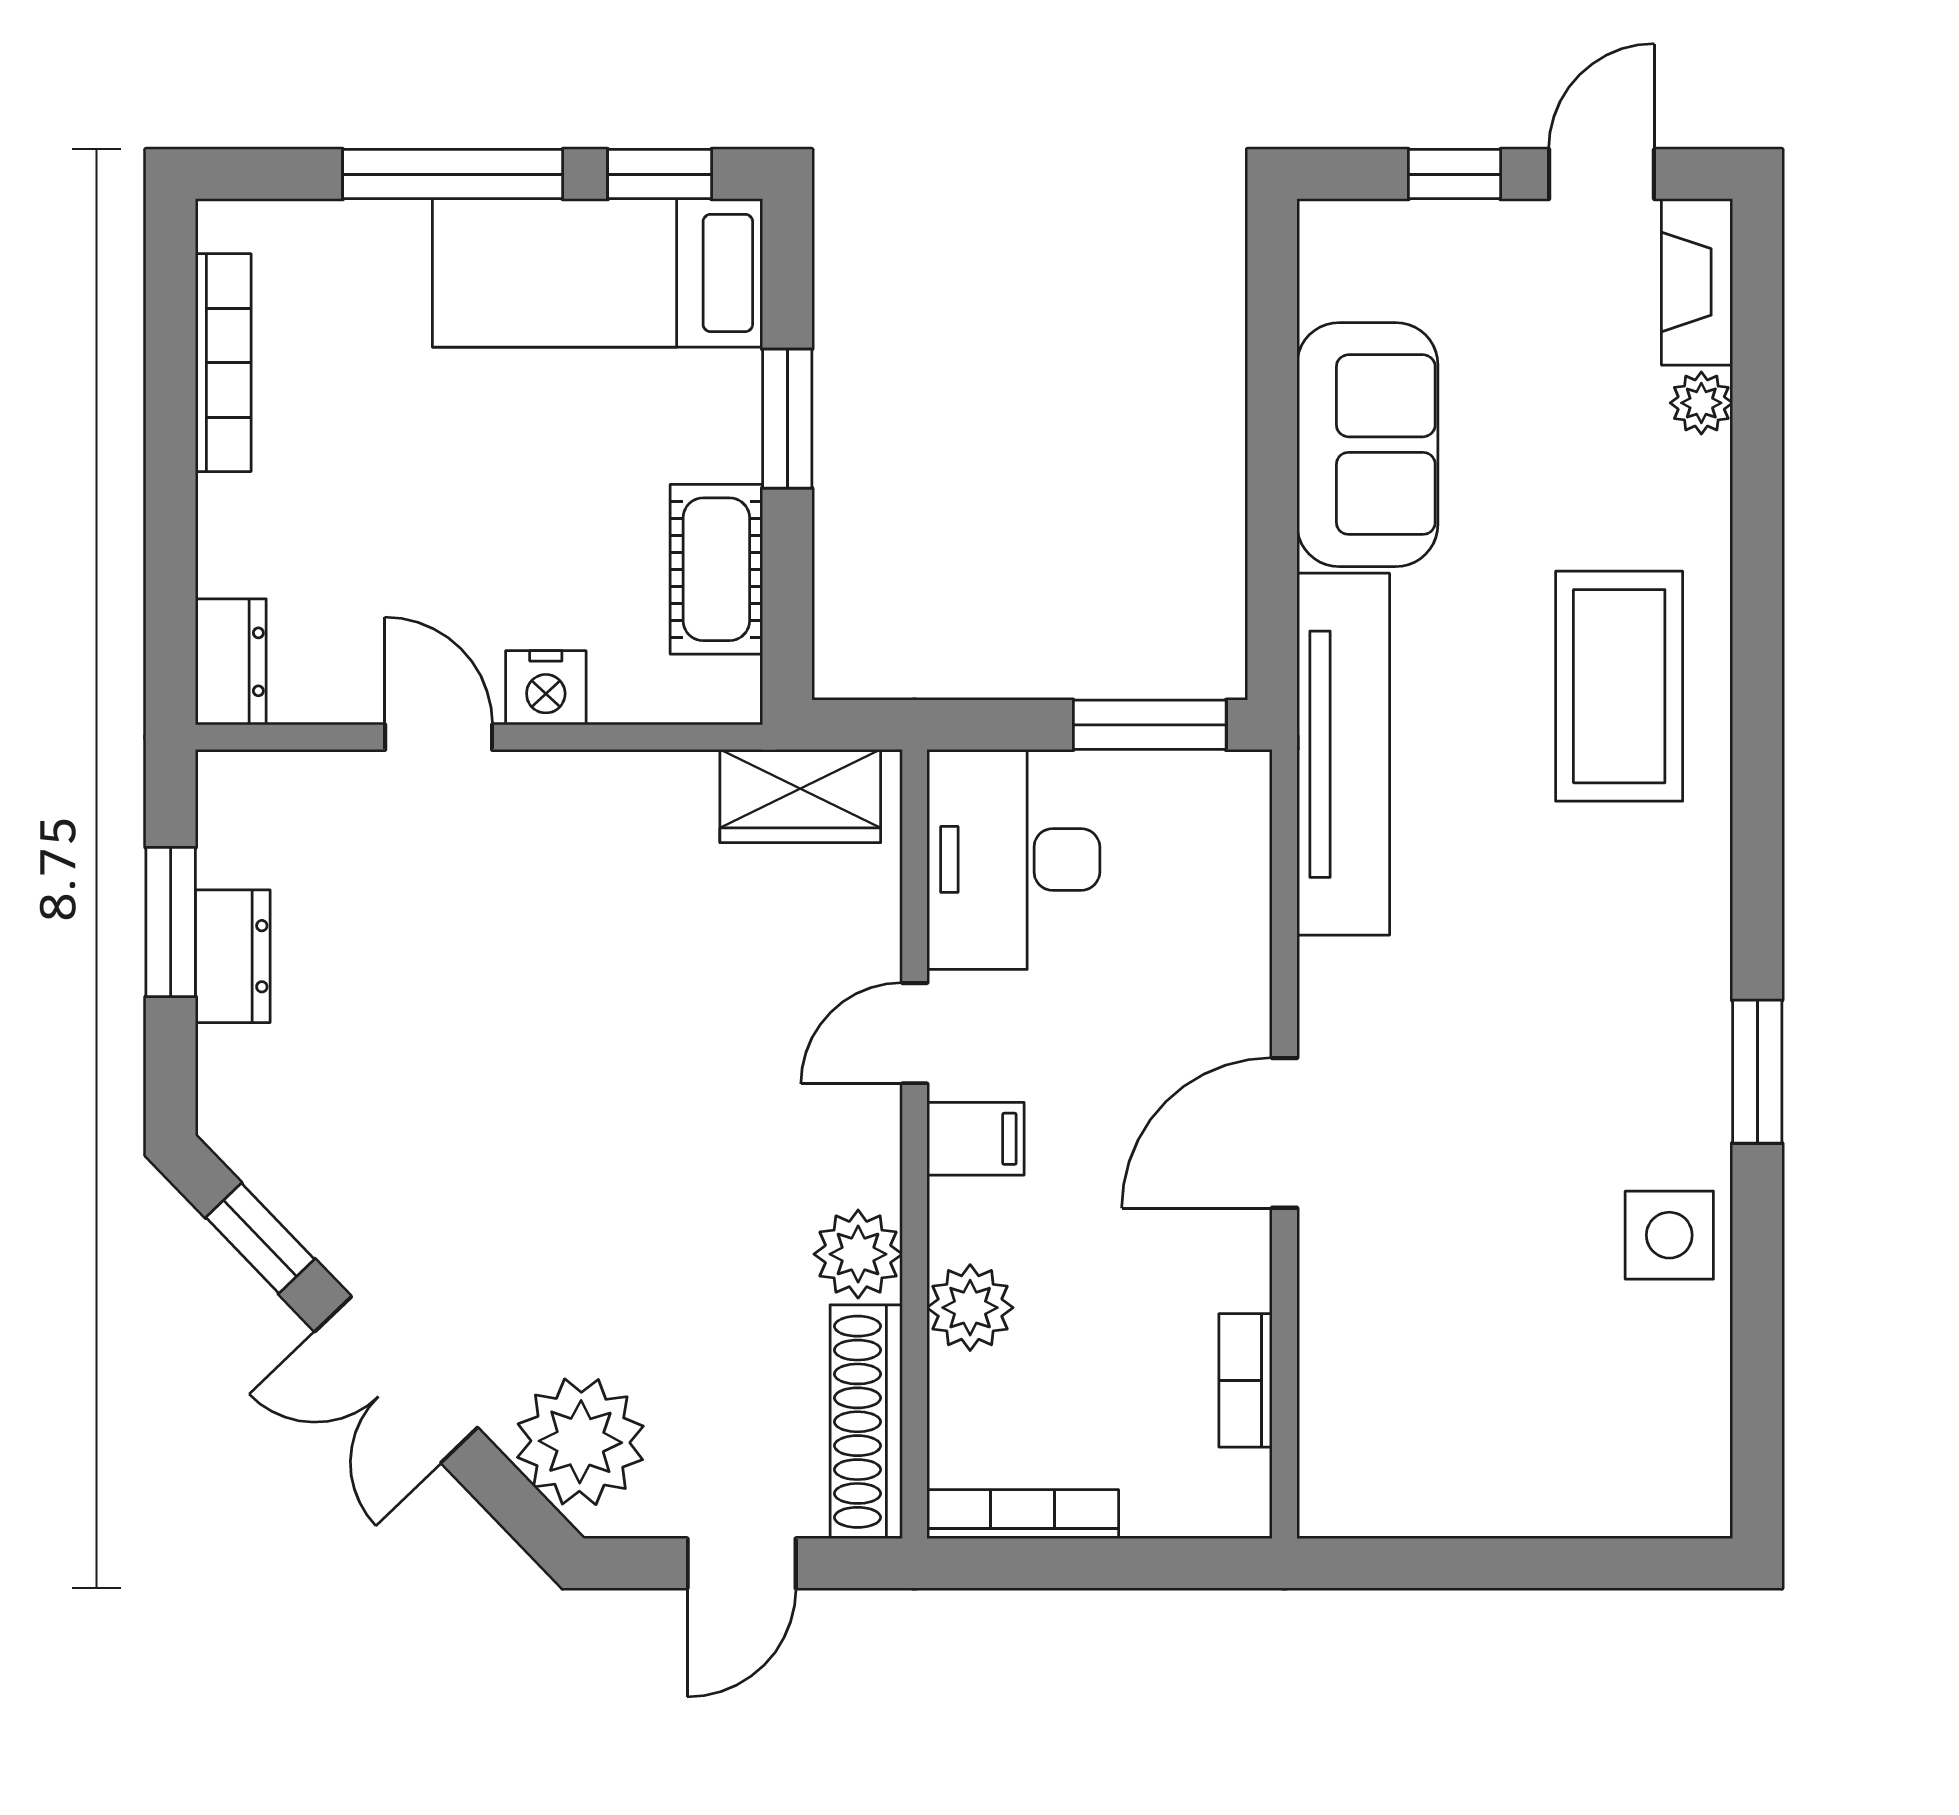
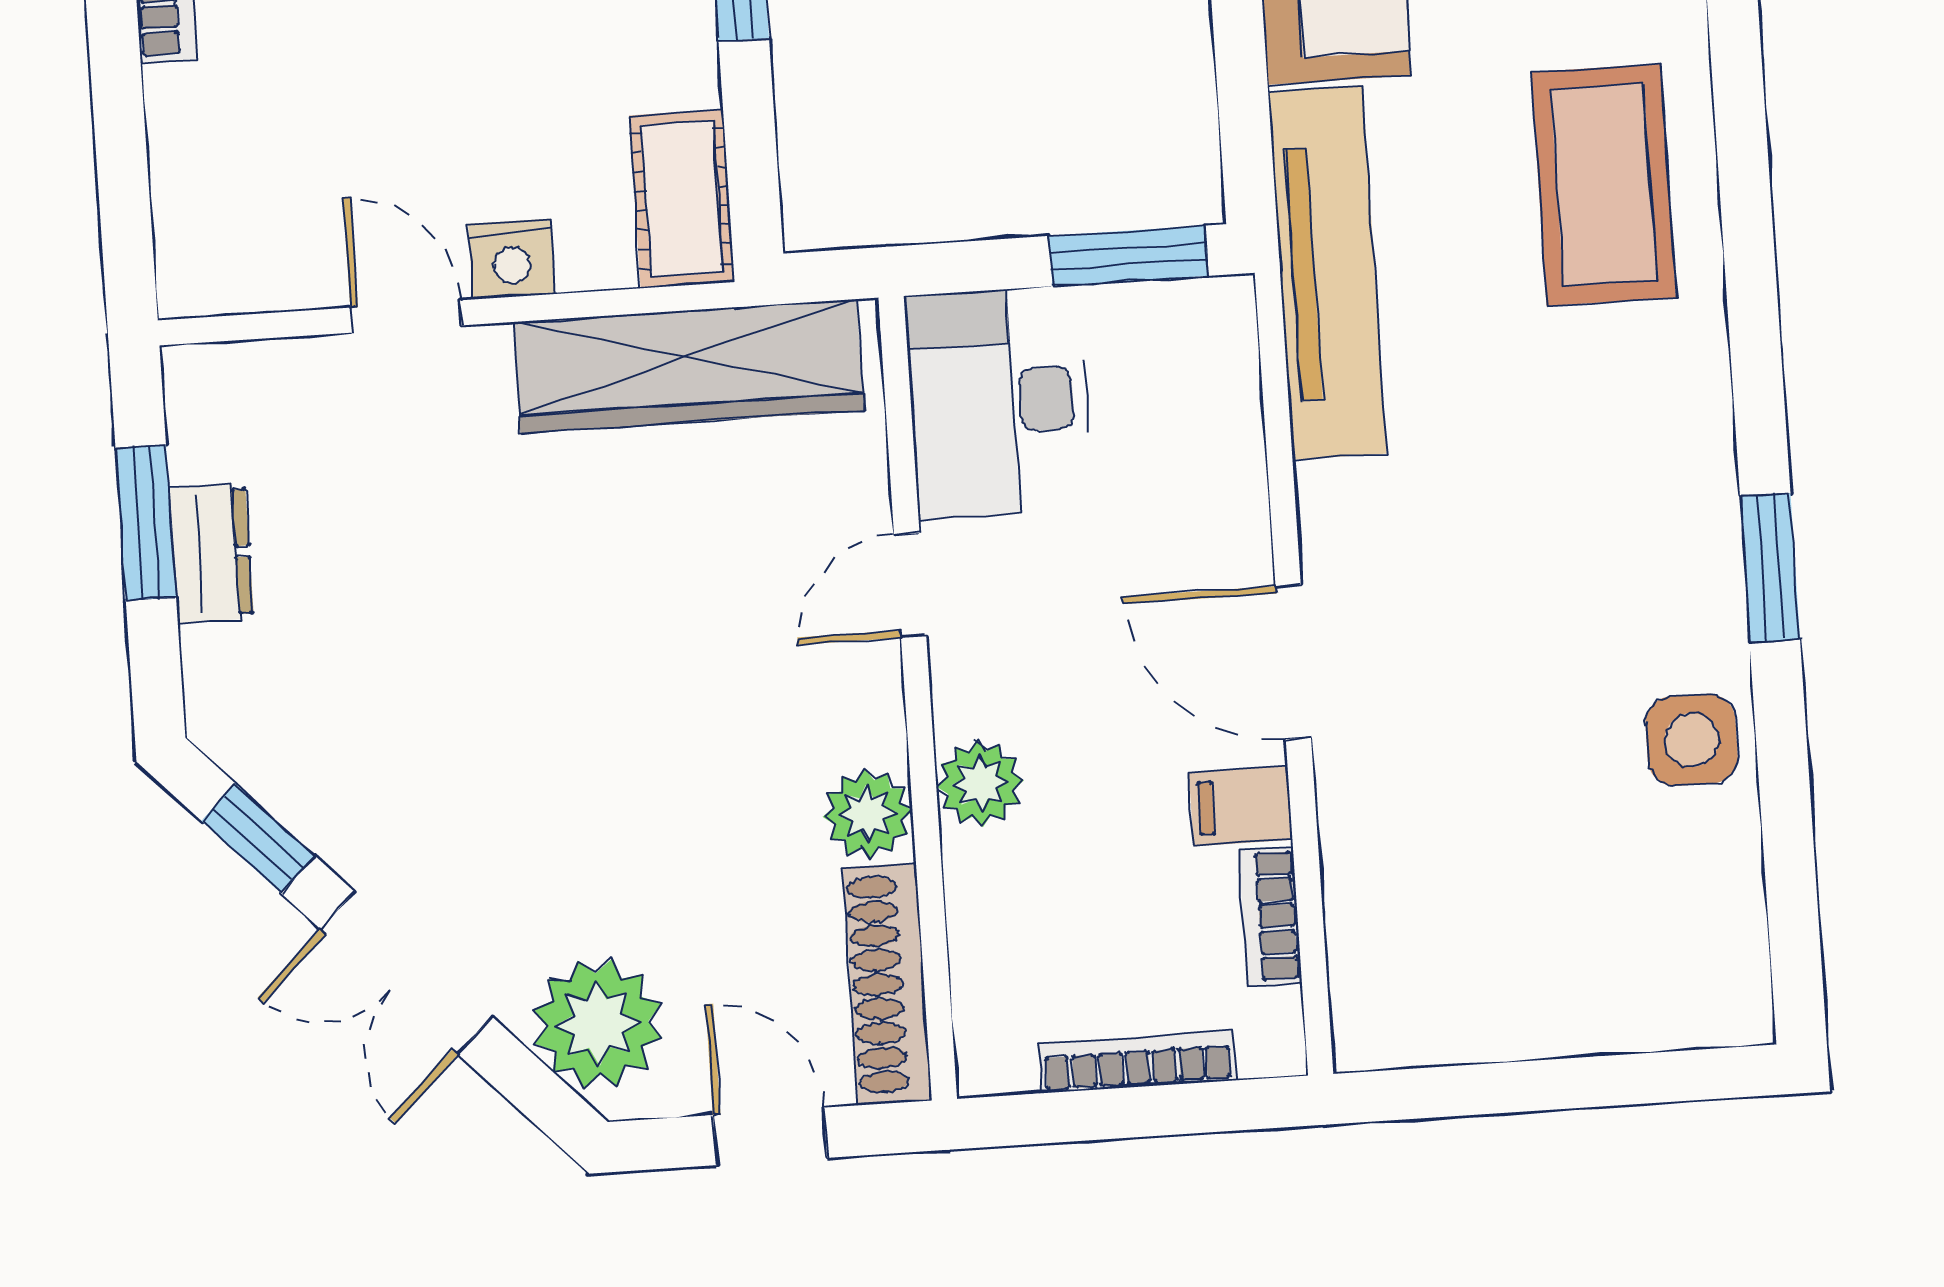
cot: (716, 569) -> (682, 199), moved
dresser: (231, 662) -> (189, 254), removed
wardrobe: (800, 796) -> (689, 366), width x2.10, depth x1.17
door: (1285, 1133) -> (1293, 662), hinge flipped
filing cabinet: (975, 1139) -> (1241, 806), moved, turned 180
plant: (970, 1308) -> (980, 783), moved
bookcase: (1023, 1514) -> (1137, 1062), moved
door: (742, 1563) -> (770, 1136), swing flipped

